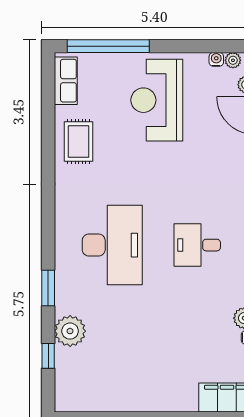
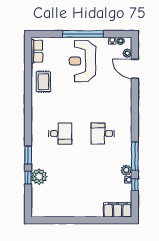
window: (108, 46) -> (83, 34), moved
desk: (112, 245) -> (60, 134), width x0.53, depth x0.77
window: (48, 356) -> (28, 178), moved

